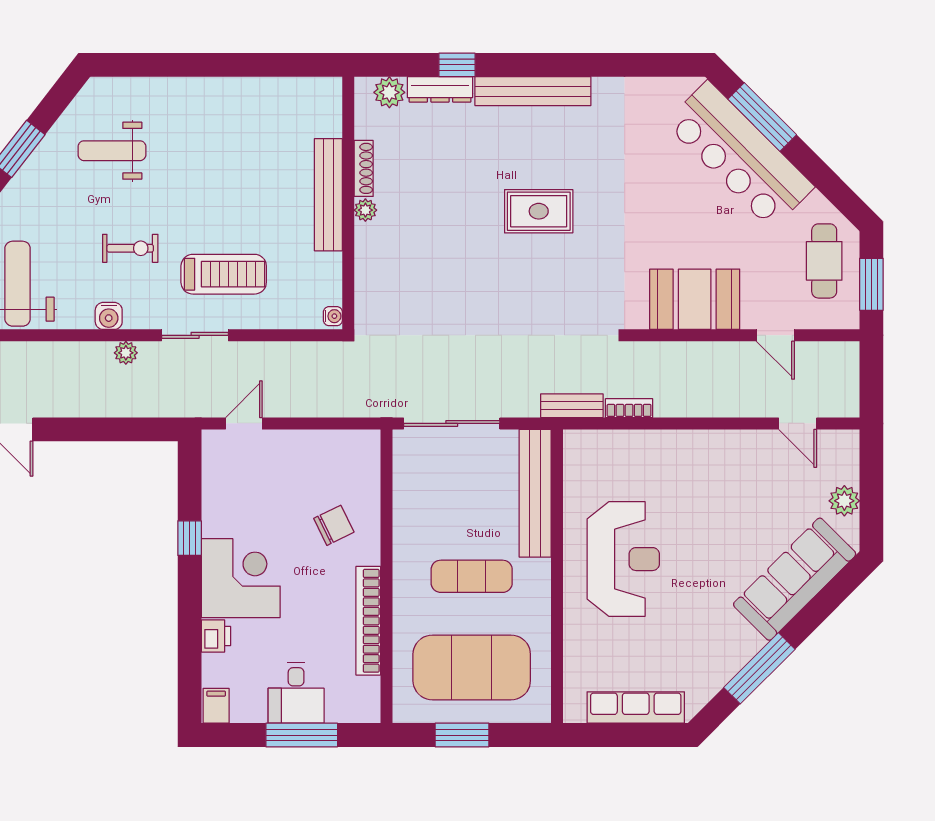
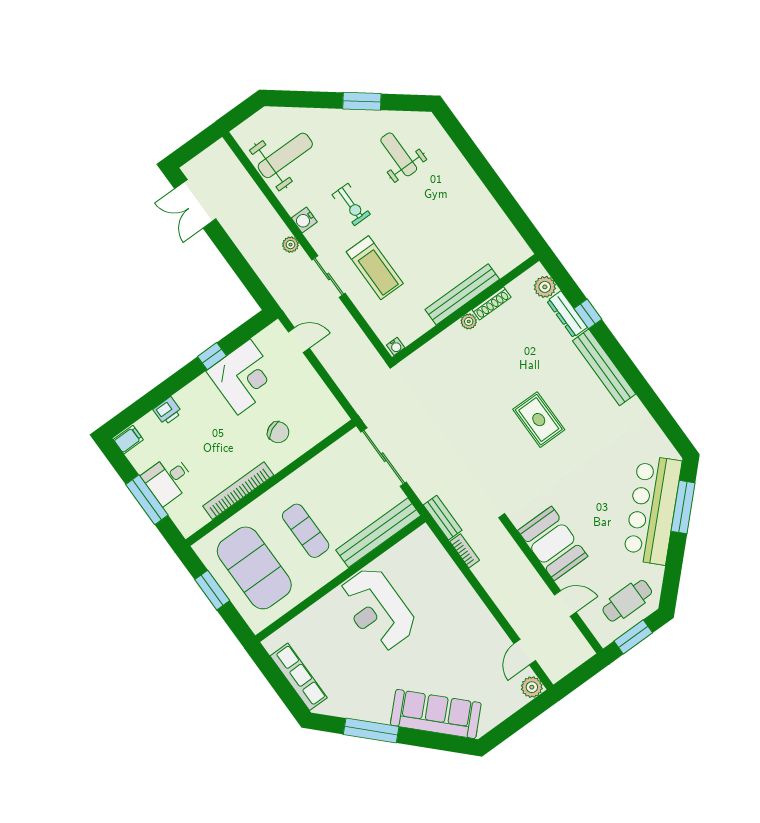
door: (775, 335) -> (565, 604), swing flipped
plant: (844, 501) -> (532, 687), moved
reception desk: (623, 559) -> (377, 609), turned 90
corner desk: (241, 578) -> (244, 377), moved

